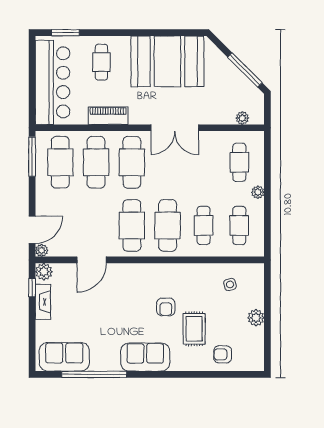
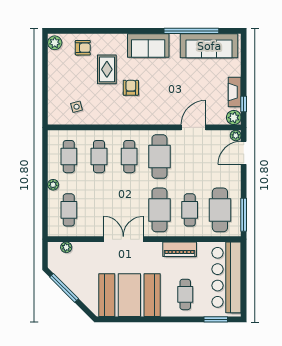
cafe table: (96, 162) -> (190, 210), width x0.73, depth x0.74
cafe table: (168, 225) -> (129, 157), width x0.73, depth x0.74
plant: (256, 318) -> (55, 43), moved
sofa: (64, 357) -> (209, 46), width x1.36

